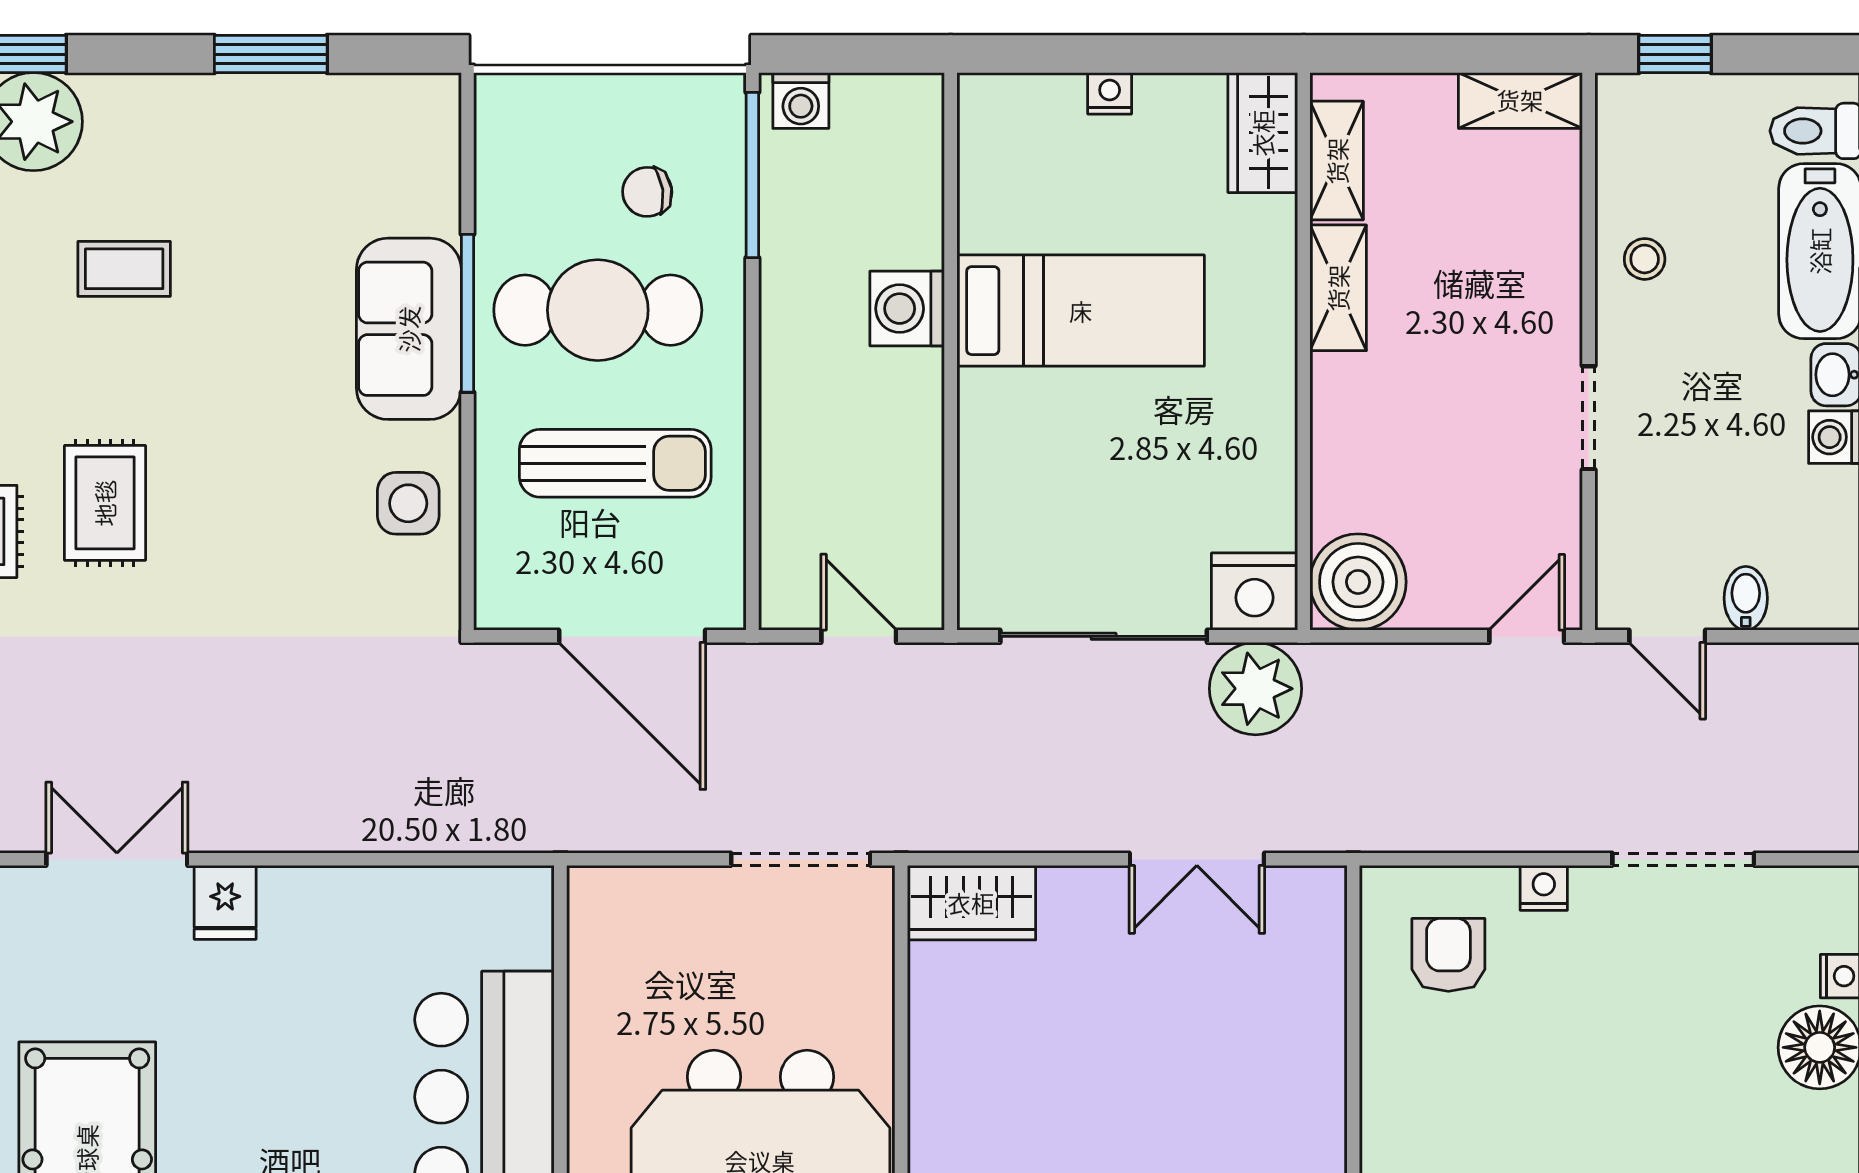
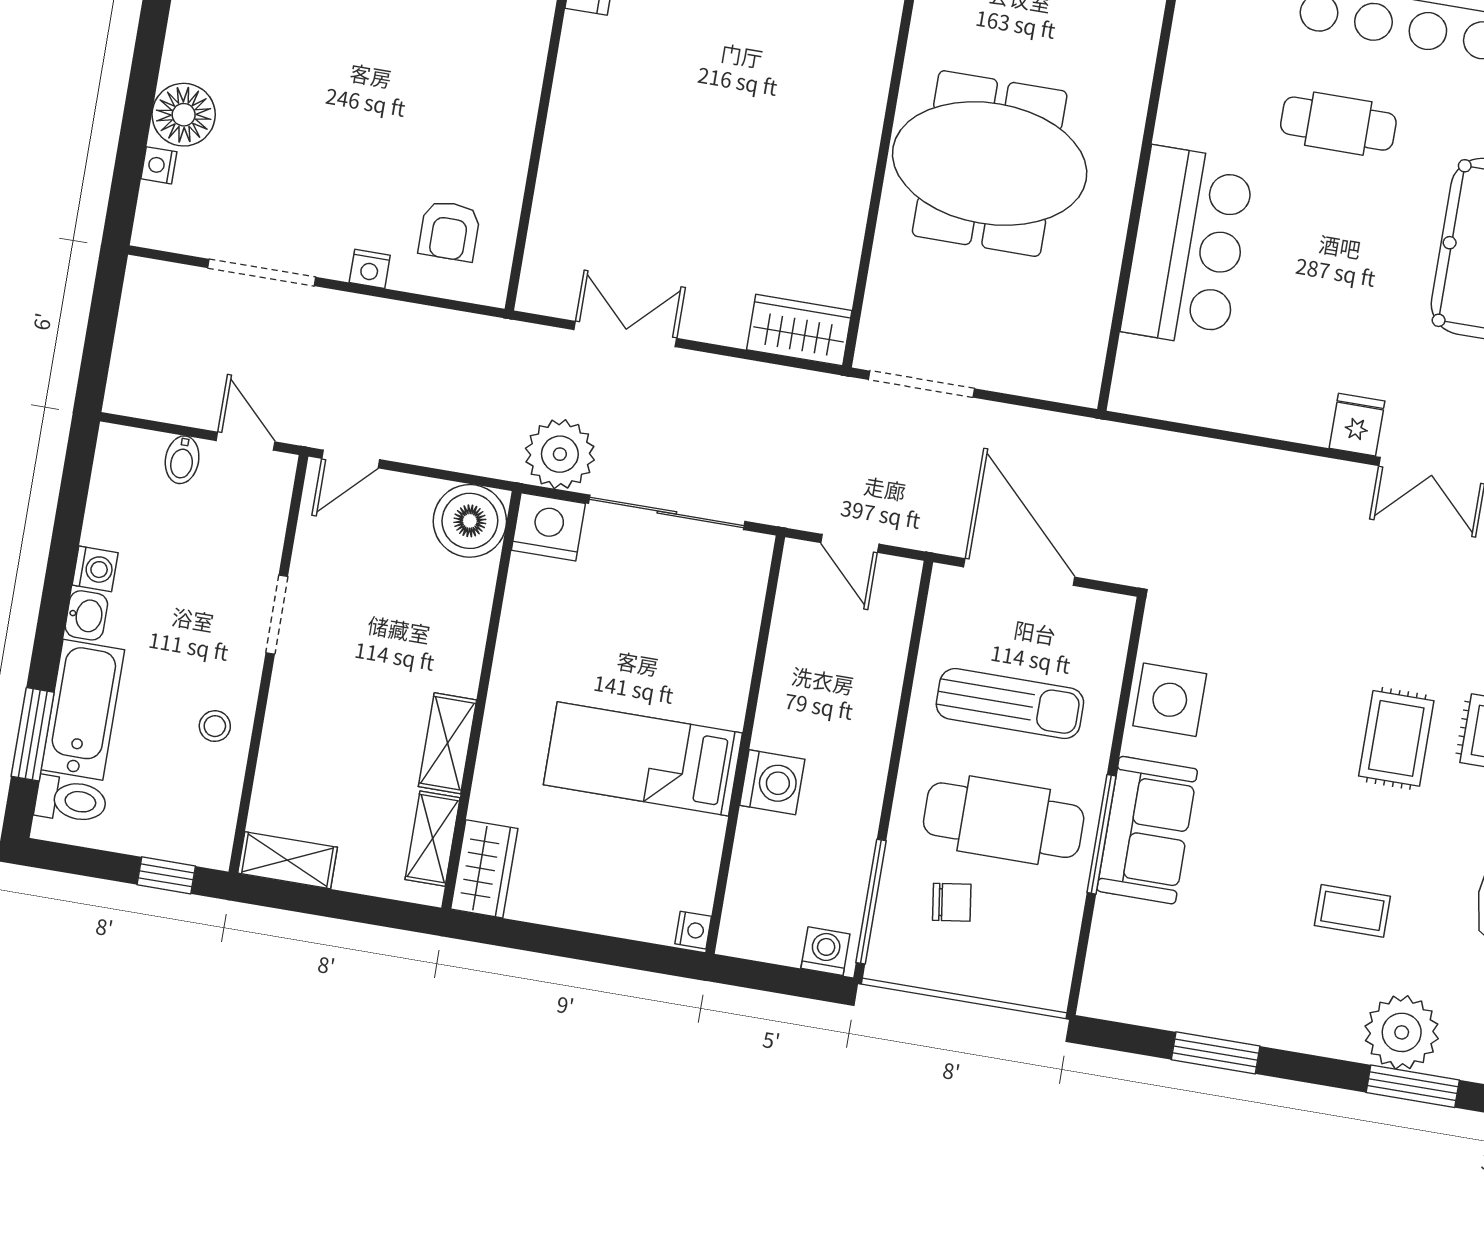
nightstand: (1110, 93) -> (693, 930), moved, turned -90
sun lounger: (615, 463) -> (1010, 704), turned 180
side table: (408, 503) -> (1170, 700), width x1.37, depth x1.37

